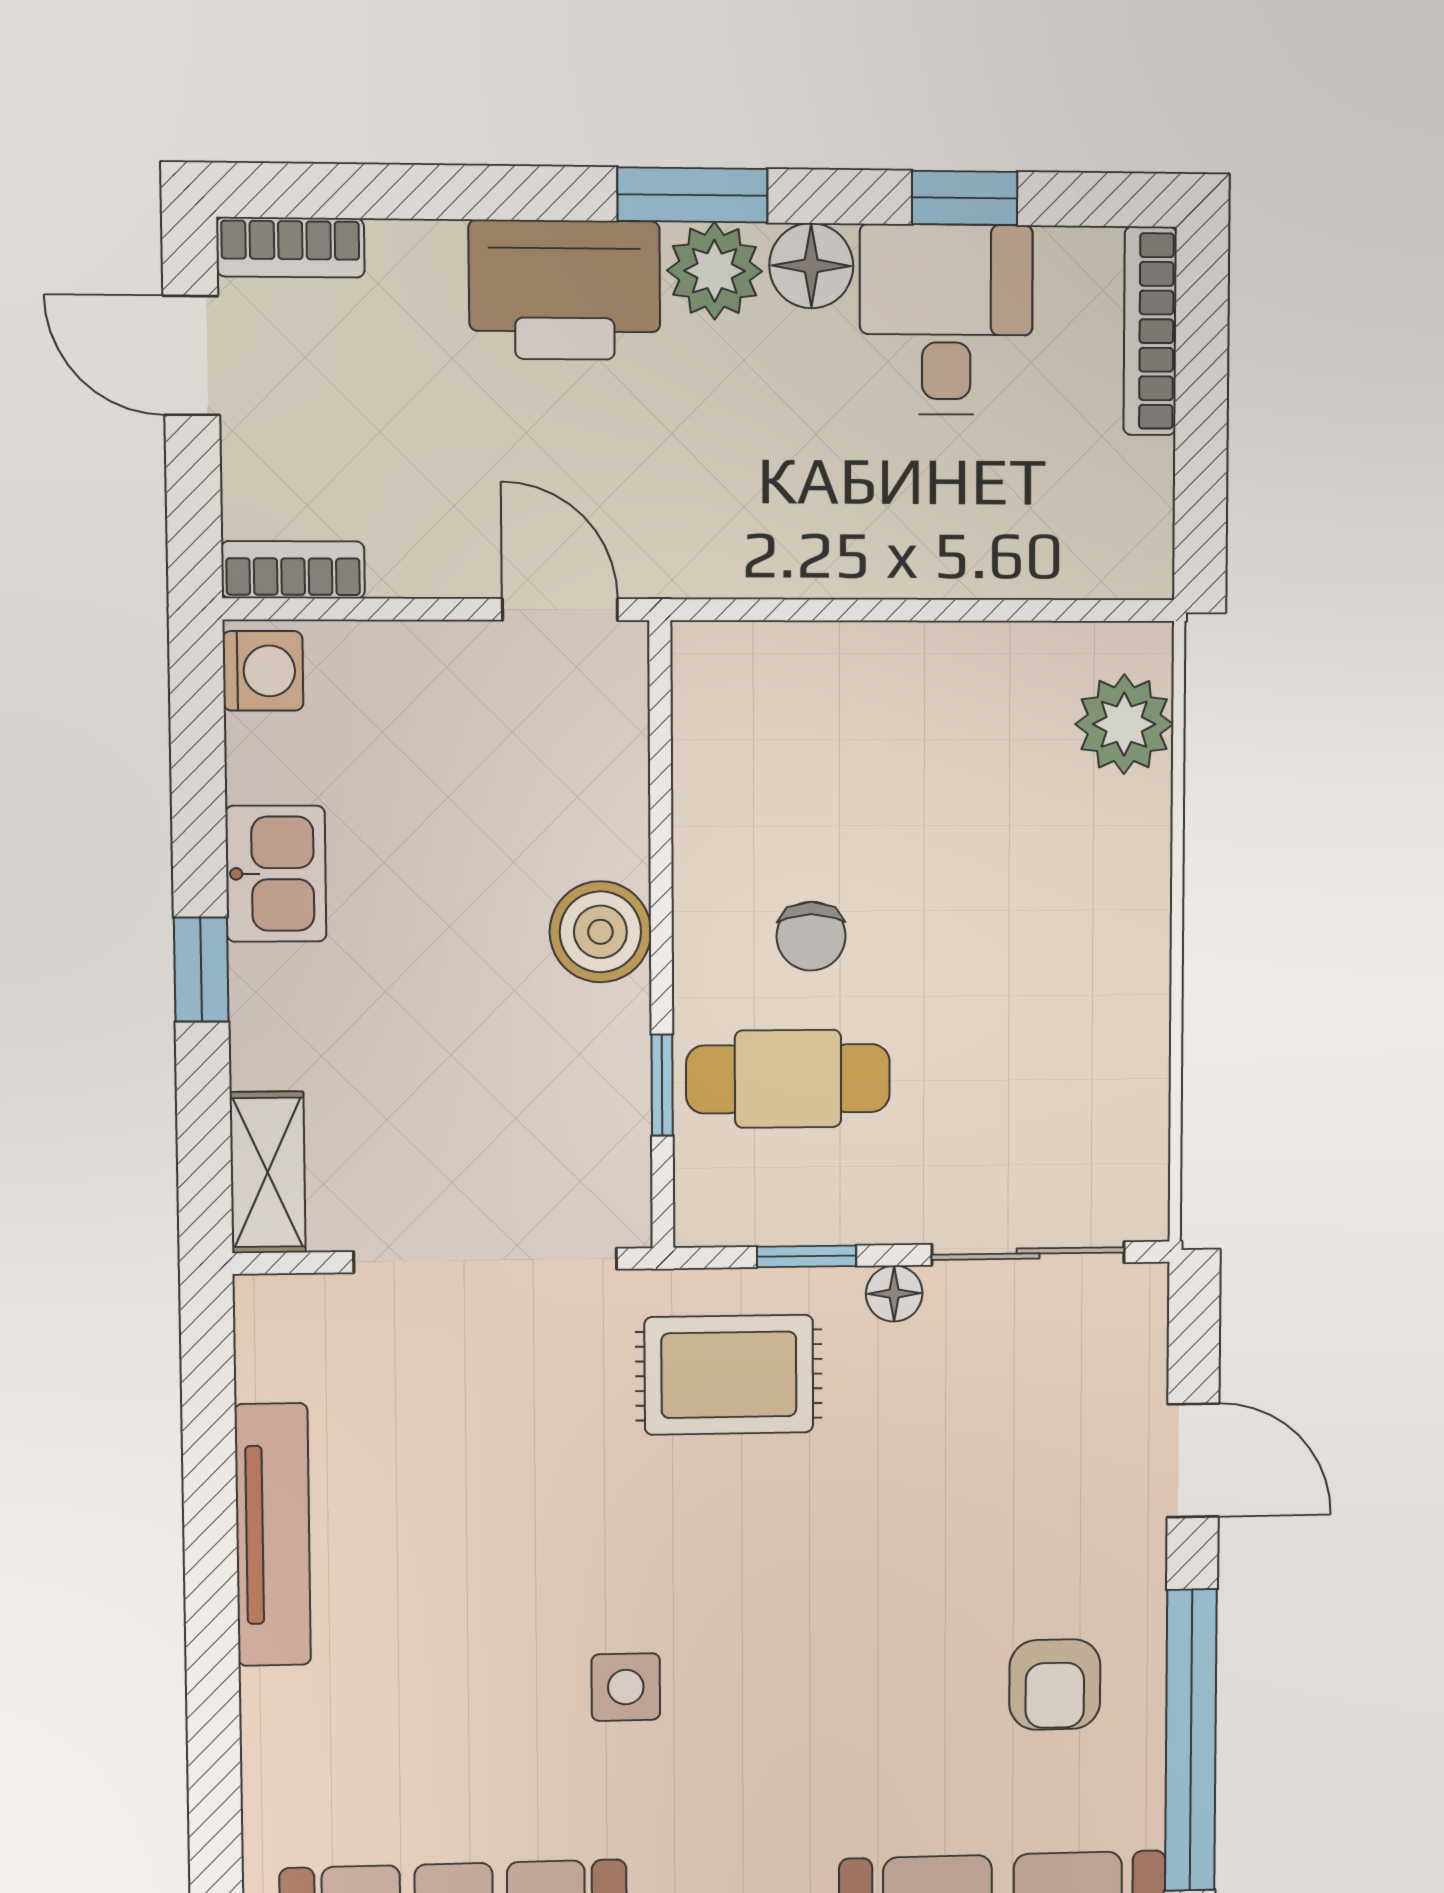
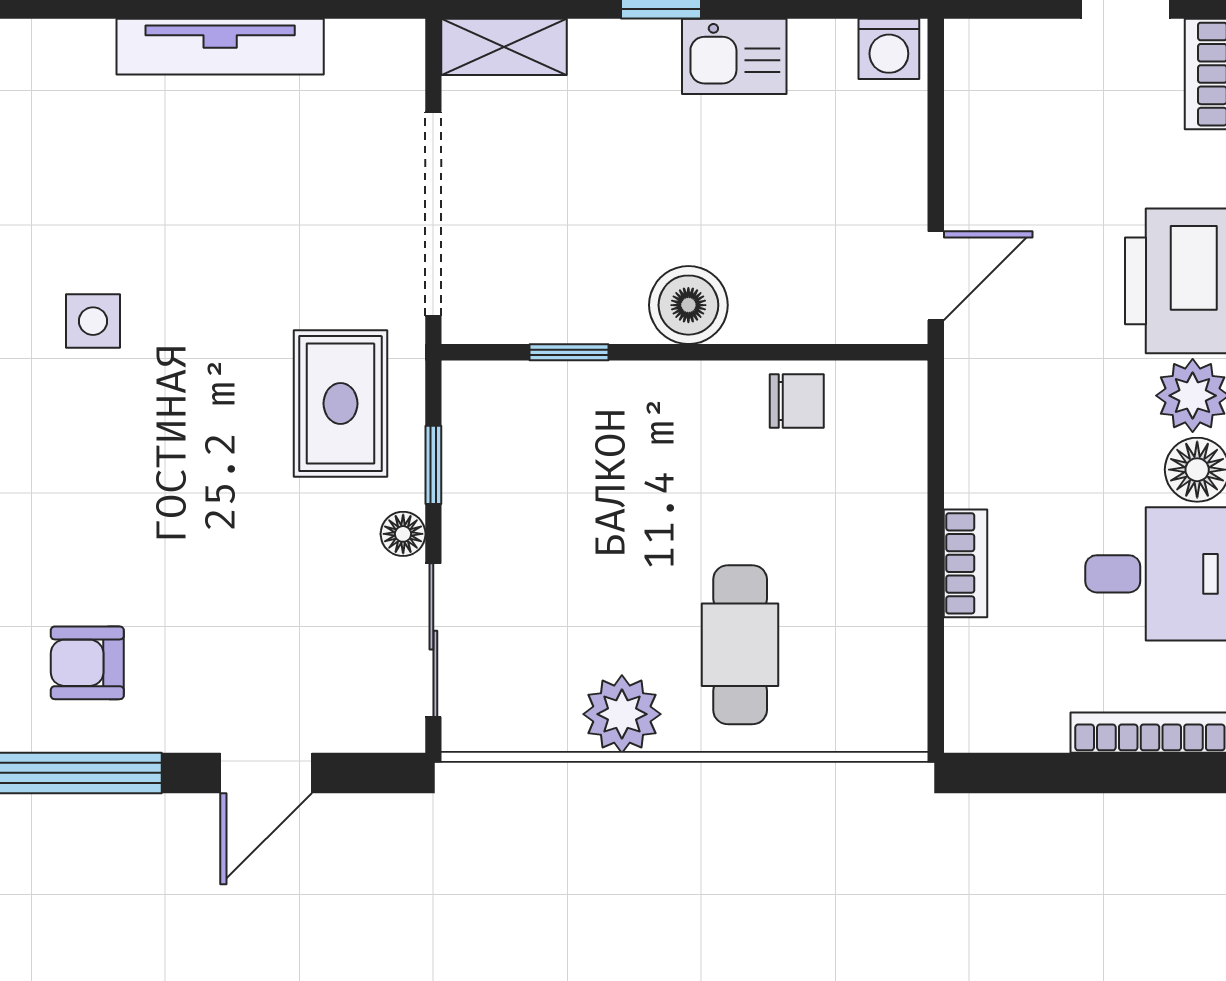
bookcase: (293, 570) -> (965, 563), moved
plant: (1124, 724) -> (622, 714), moved
chair: (811, 936) -> (797, 401), moved, turned 180
cafe table: (788, 1079) -> (740, 645), moved

